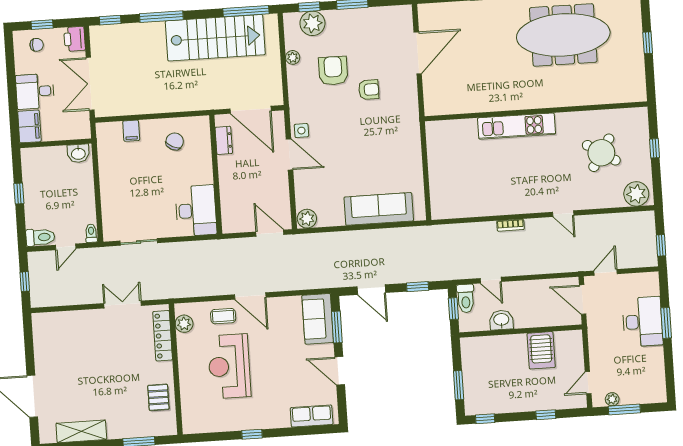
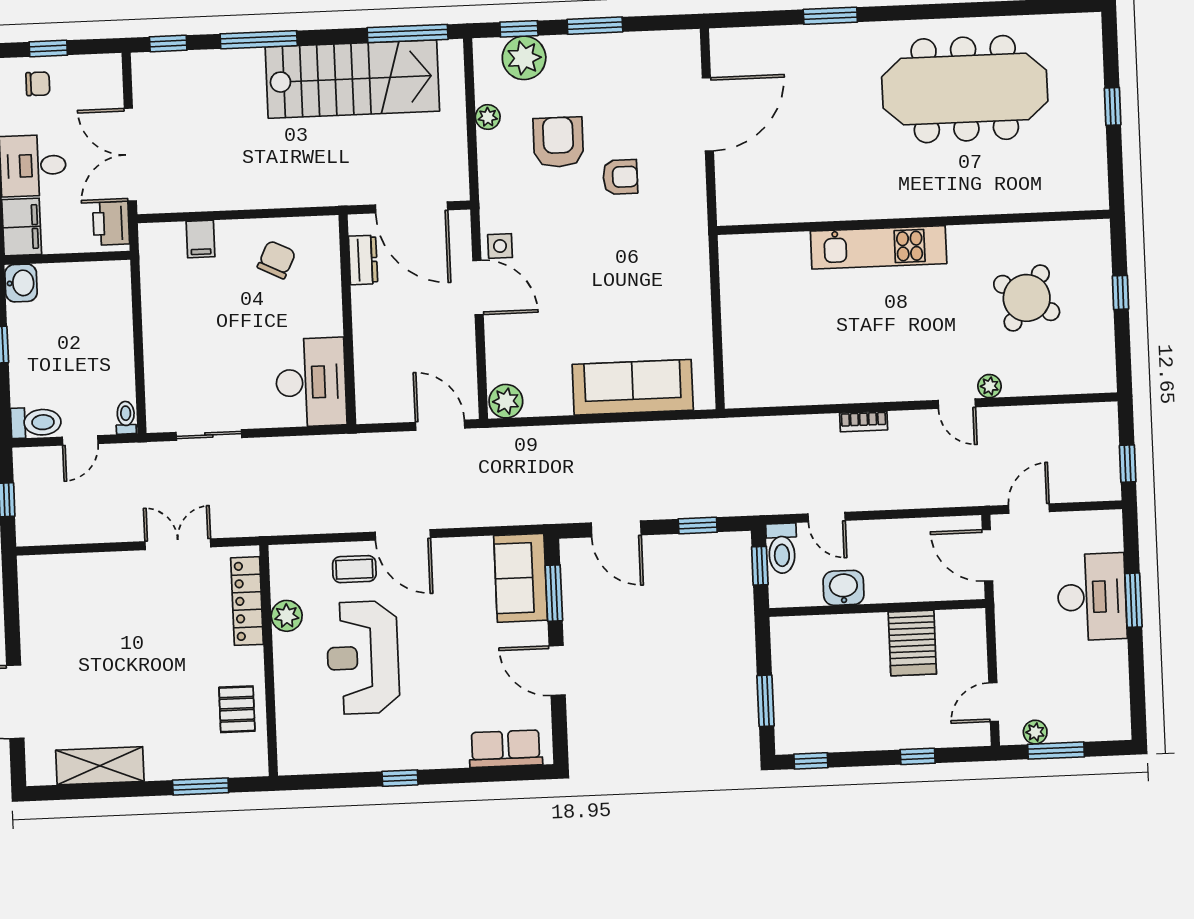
printer: (75, 39) -> (111, 223), moved
washbasin: (78, 153) -> (21, 283), moved, turned -90
plant: (636, 194) -> (990, 386), moved, width x0.53, depth x0.53
plant: (184, 324) -> (287, 616), moved

